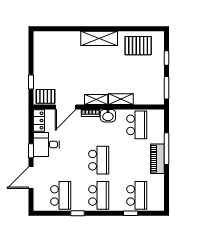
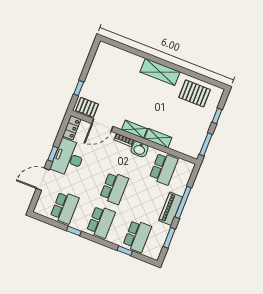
desk: (46, 144) -> (68, 158), width x1.37
window: (166, 186) -> (169, 238), added

